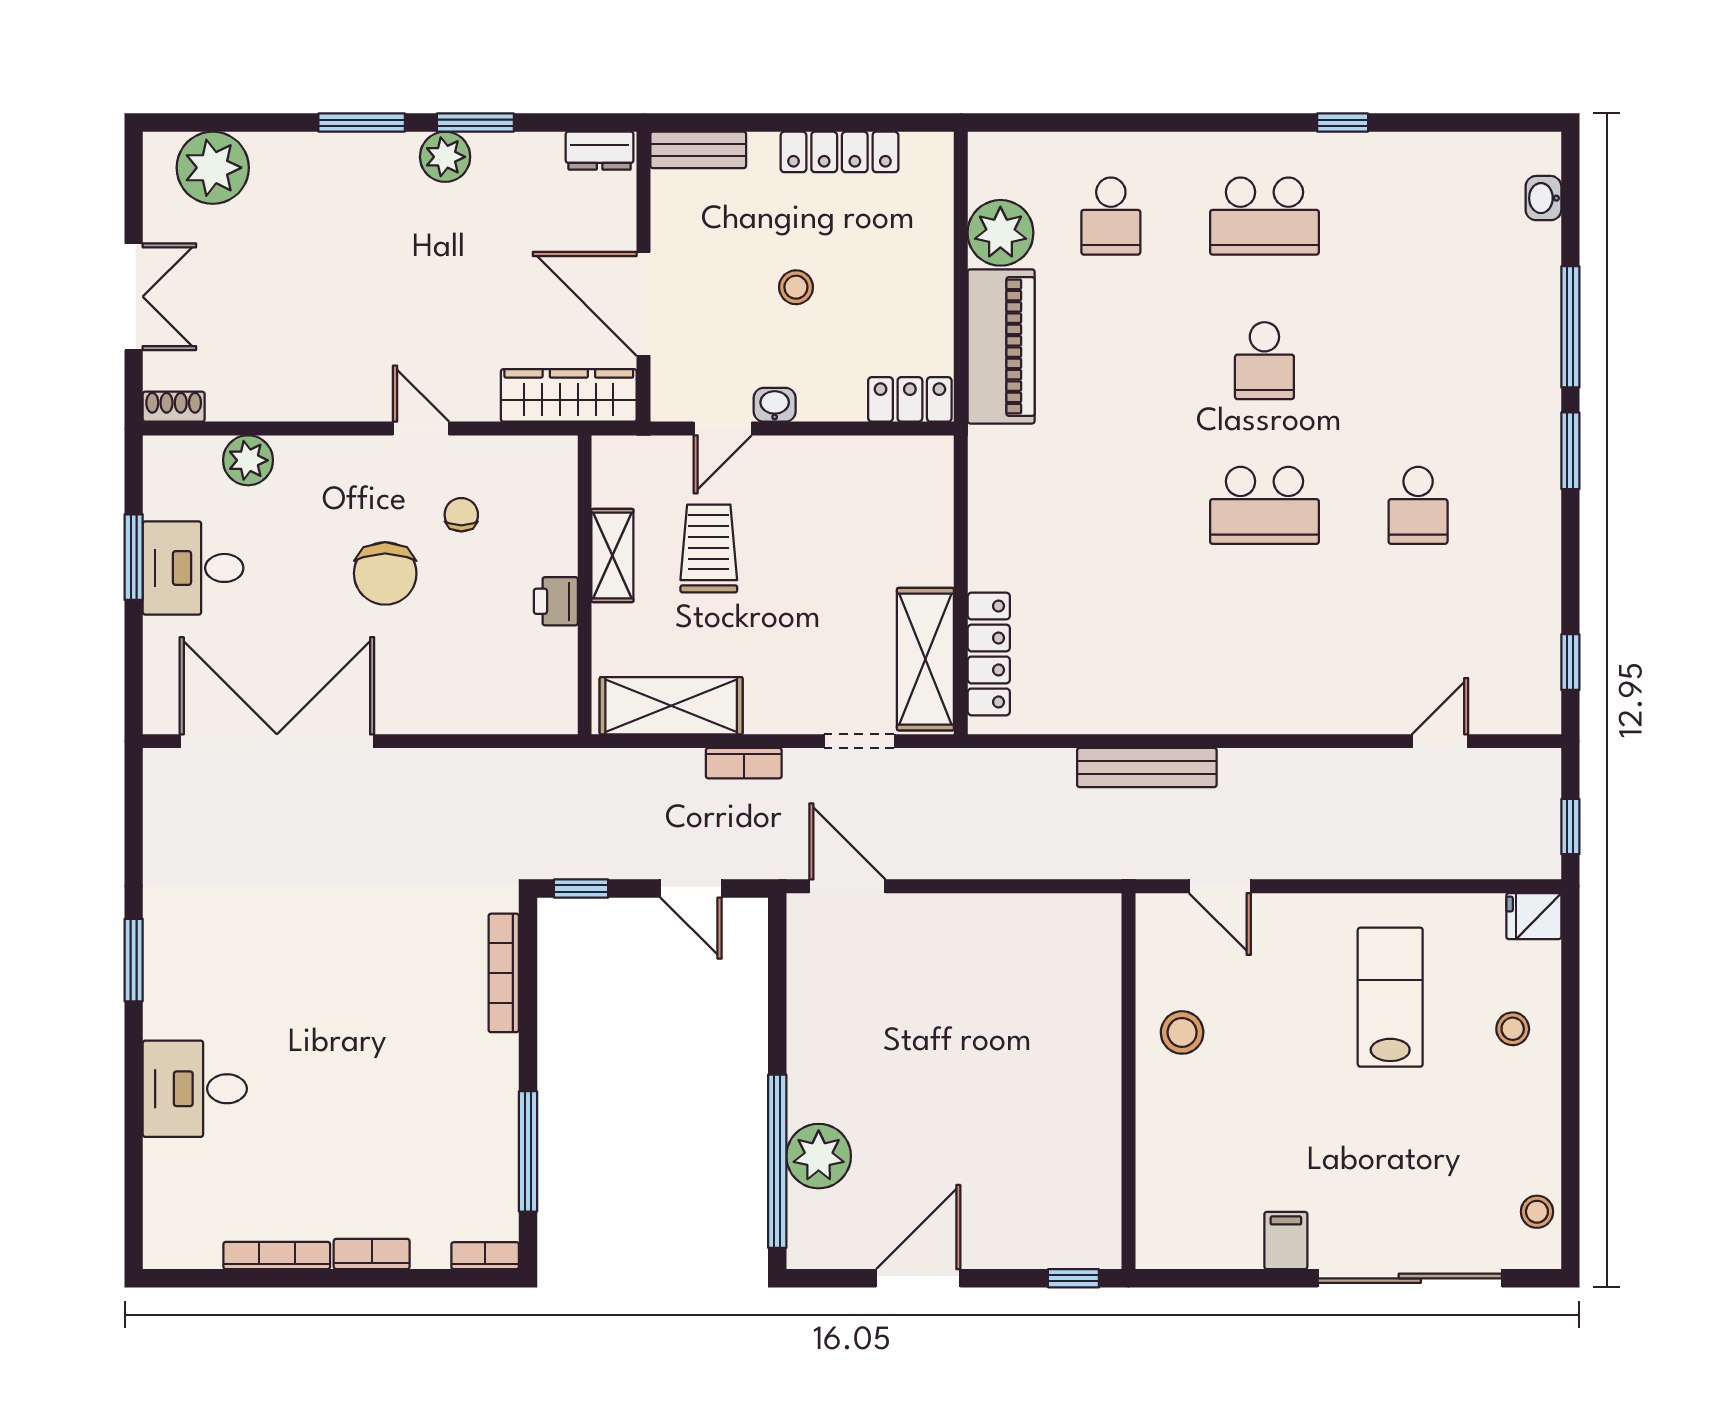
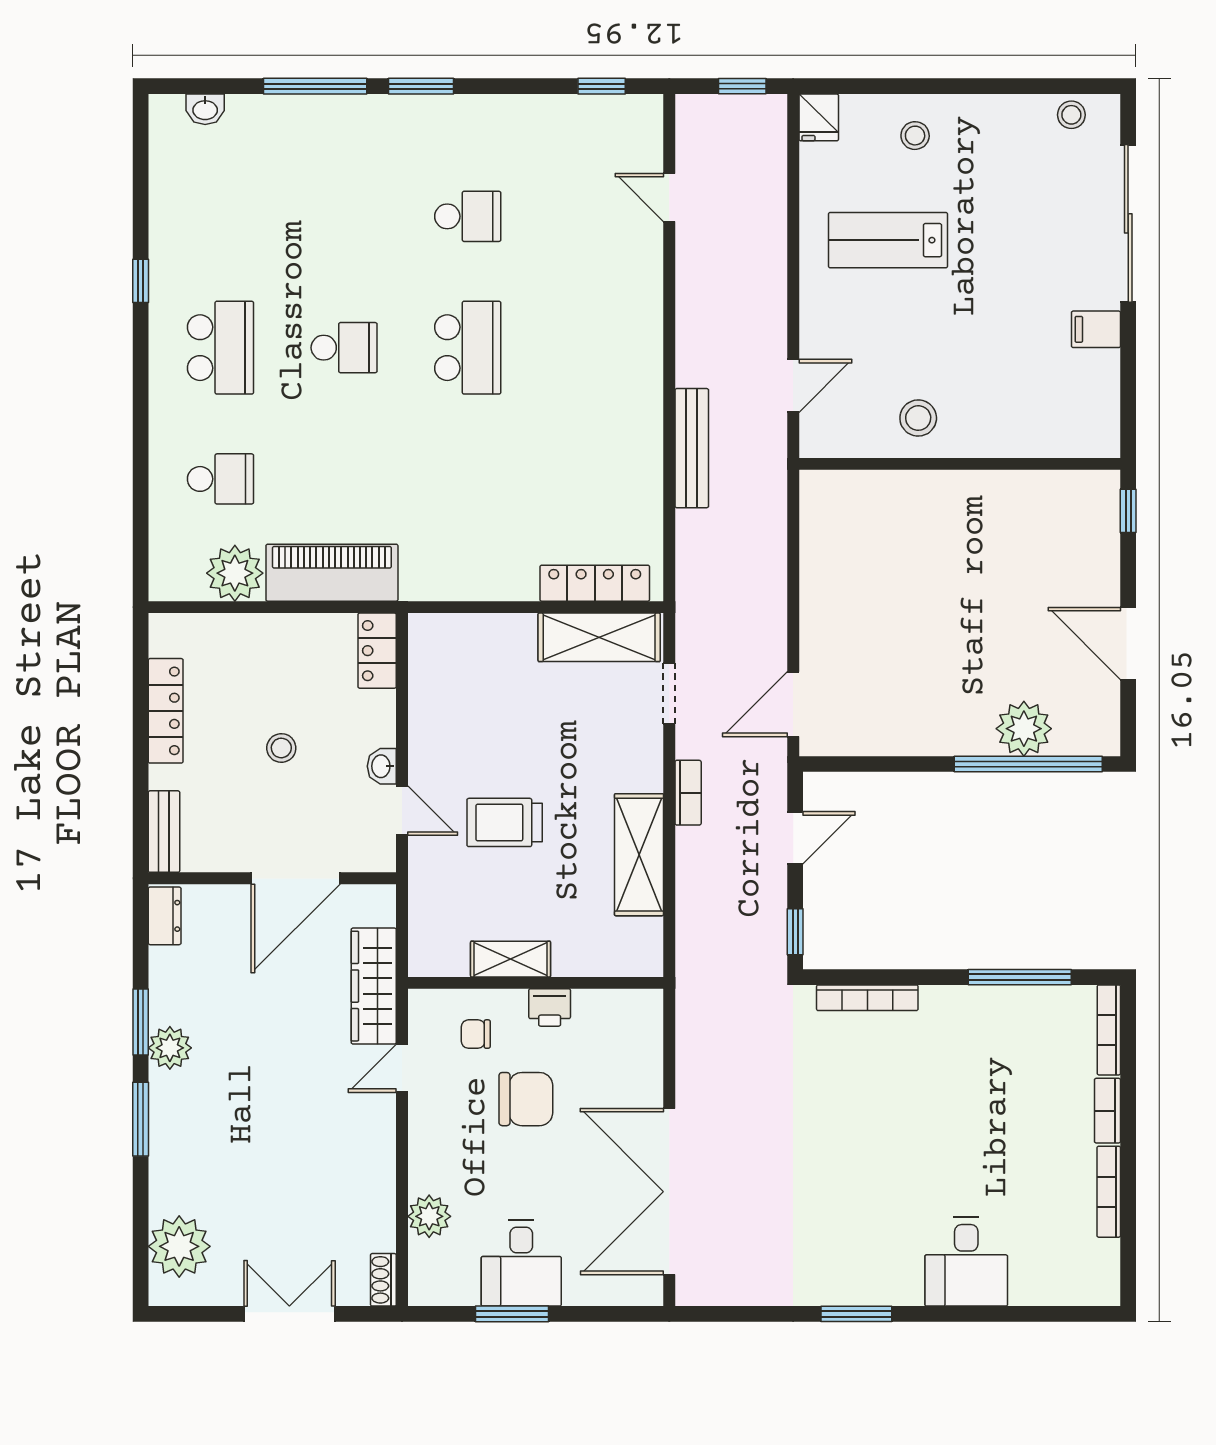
wardrobe: (569, 395) -> (374, 986), moved
shelving: (612, 556) -> (511, 959), moved
wall: (585, 585) -> (536, 983), moved
printer: (556, 601) -> (550, 1007), moved
bookcase: (485, 1256) -> (1109, 1030), width x1.56

